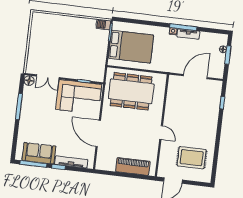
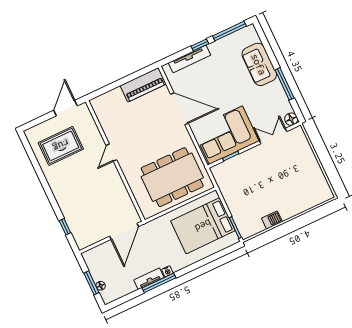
barbecue: (103, 25) -> (272, 220), moved
door: (195, 77) -> (124, 231), moved
door: (161, 133) -> (111, 153), hinge flipped
sofa: (39, 153) -> (259, 64), moved, turned 90
piano: (133, 166) -> (143, 85), moved

